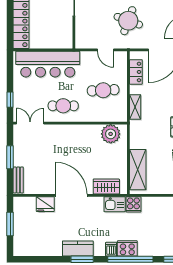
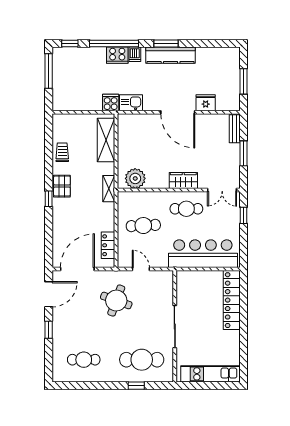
shelving: (135, 107) -> (109, 189), moved
wardrobe: (106, 186) -> (183, 181), moved, turned 180
kitchen counter: (78, 248) -> (171, 55), width x1.50

